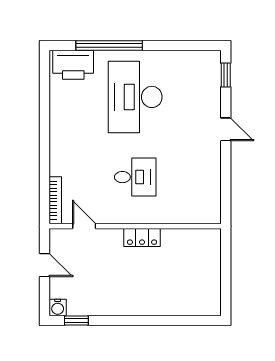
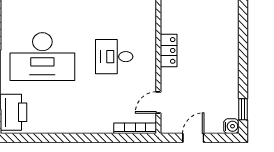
desk: (135, 177) -> (114, 57), turned -90

